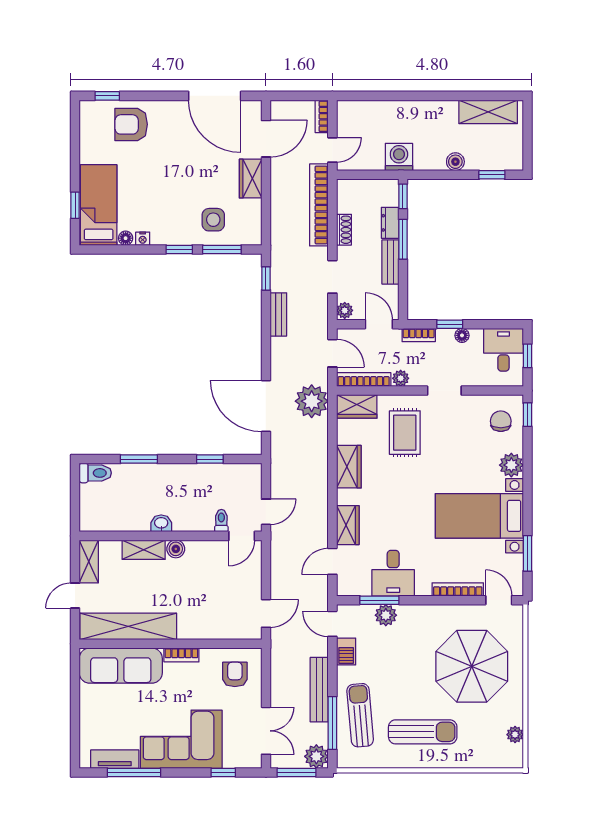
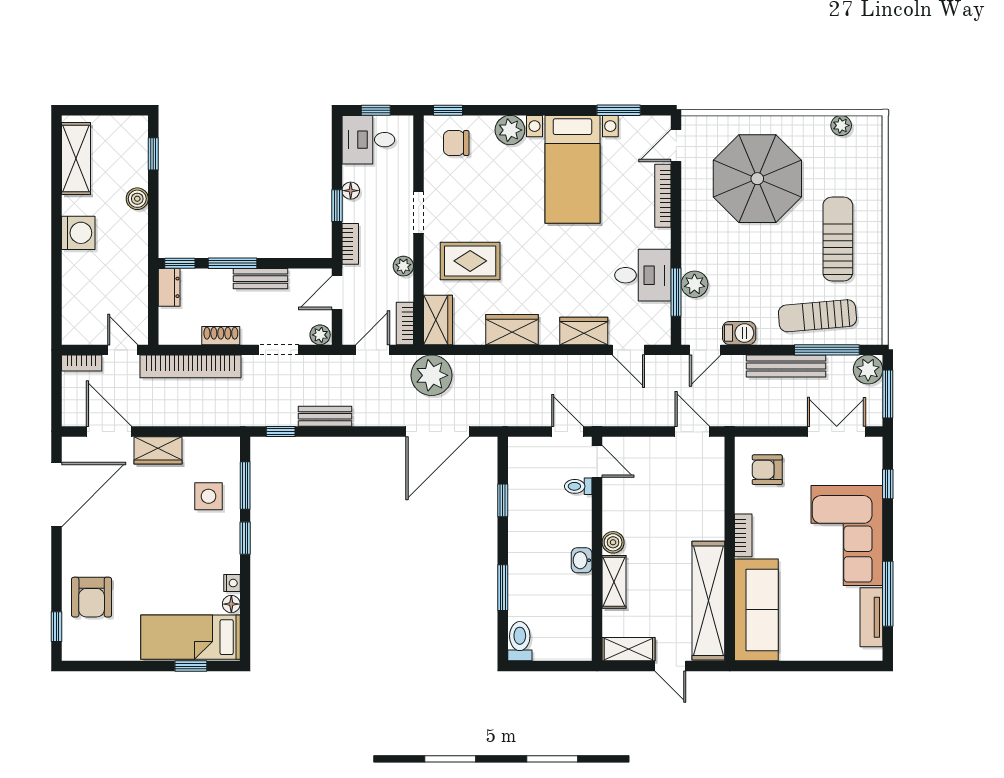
washing machine: (399, 157) -> (78, 233), moved, turned 180
dresser: (390, 223) -> (169, 287), moved, turned -90
bookcase: (364, 379) -> (405, 323), width x0.64

